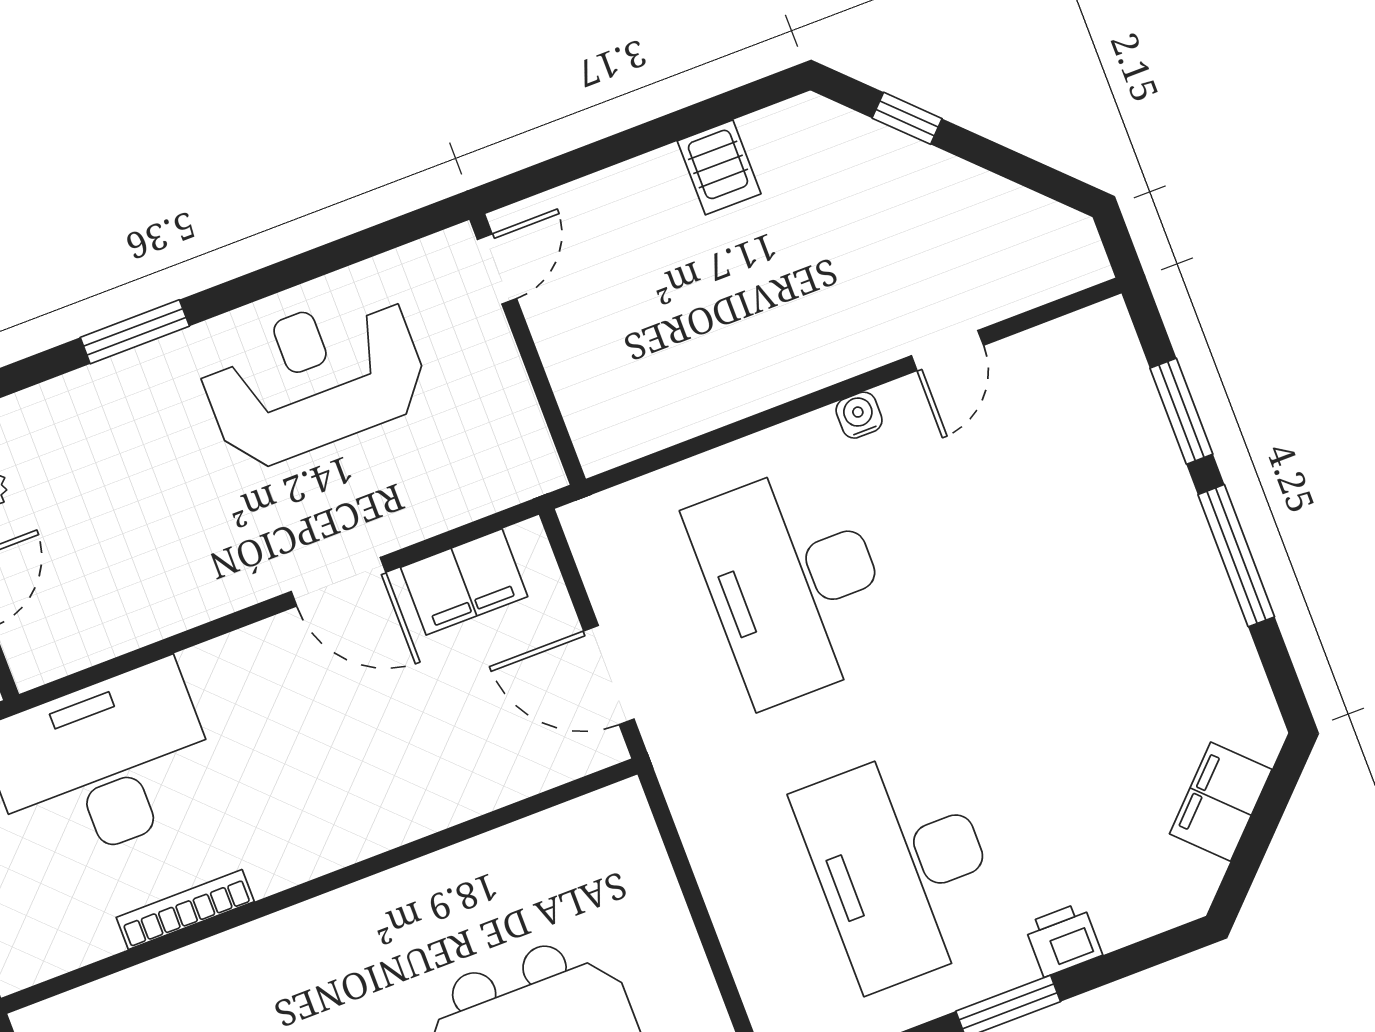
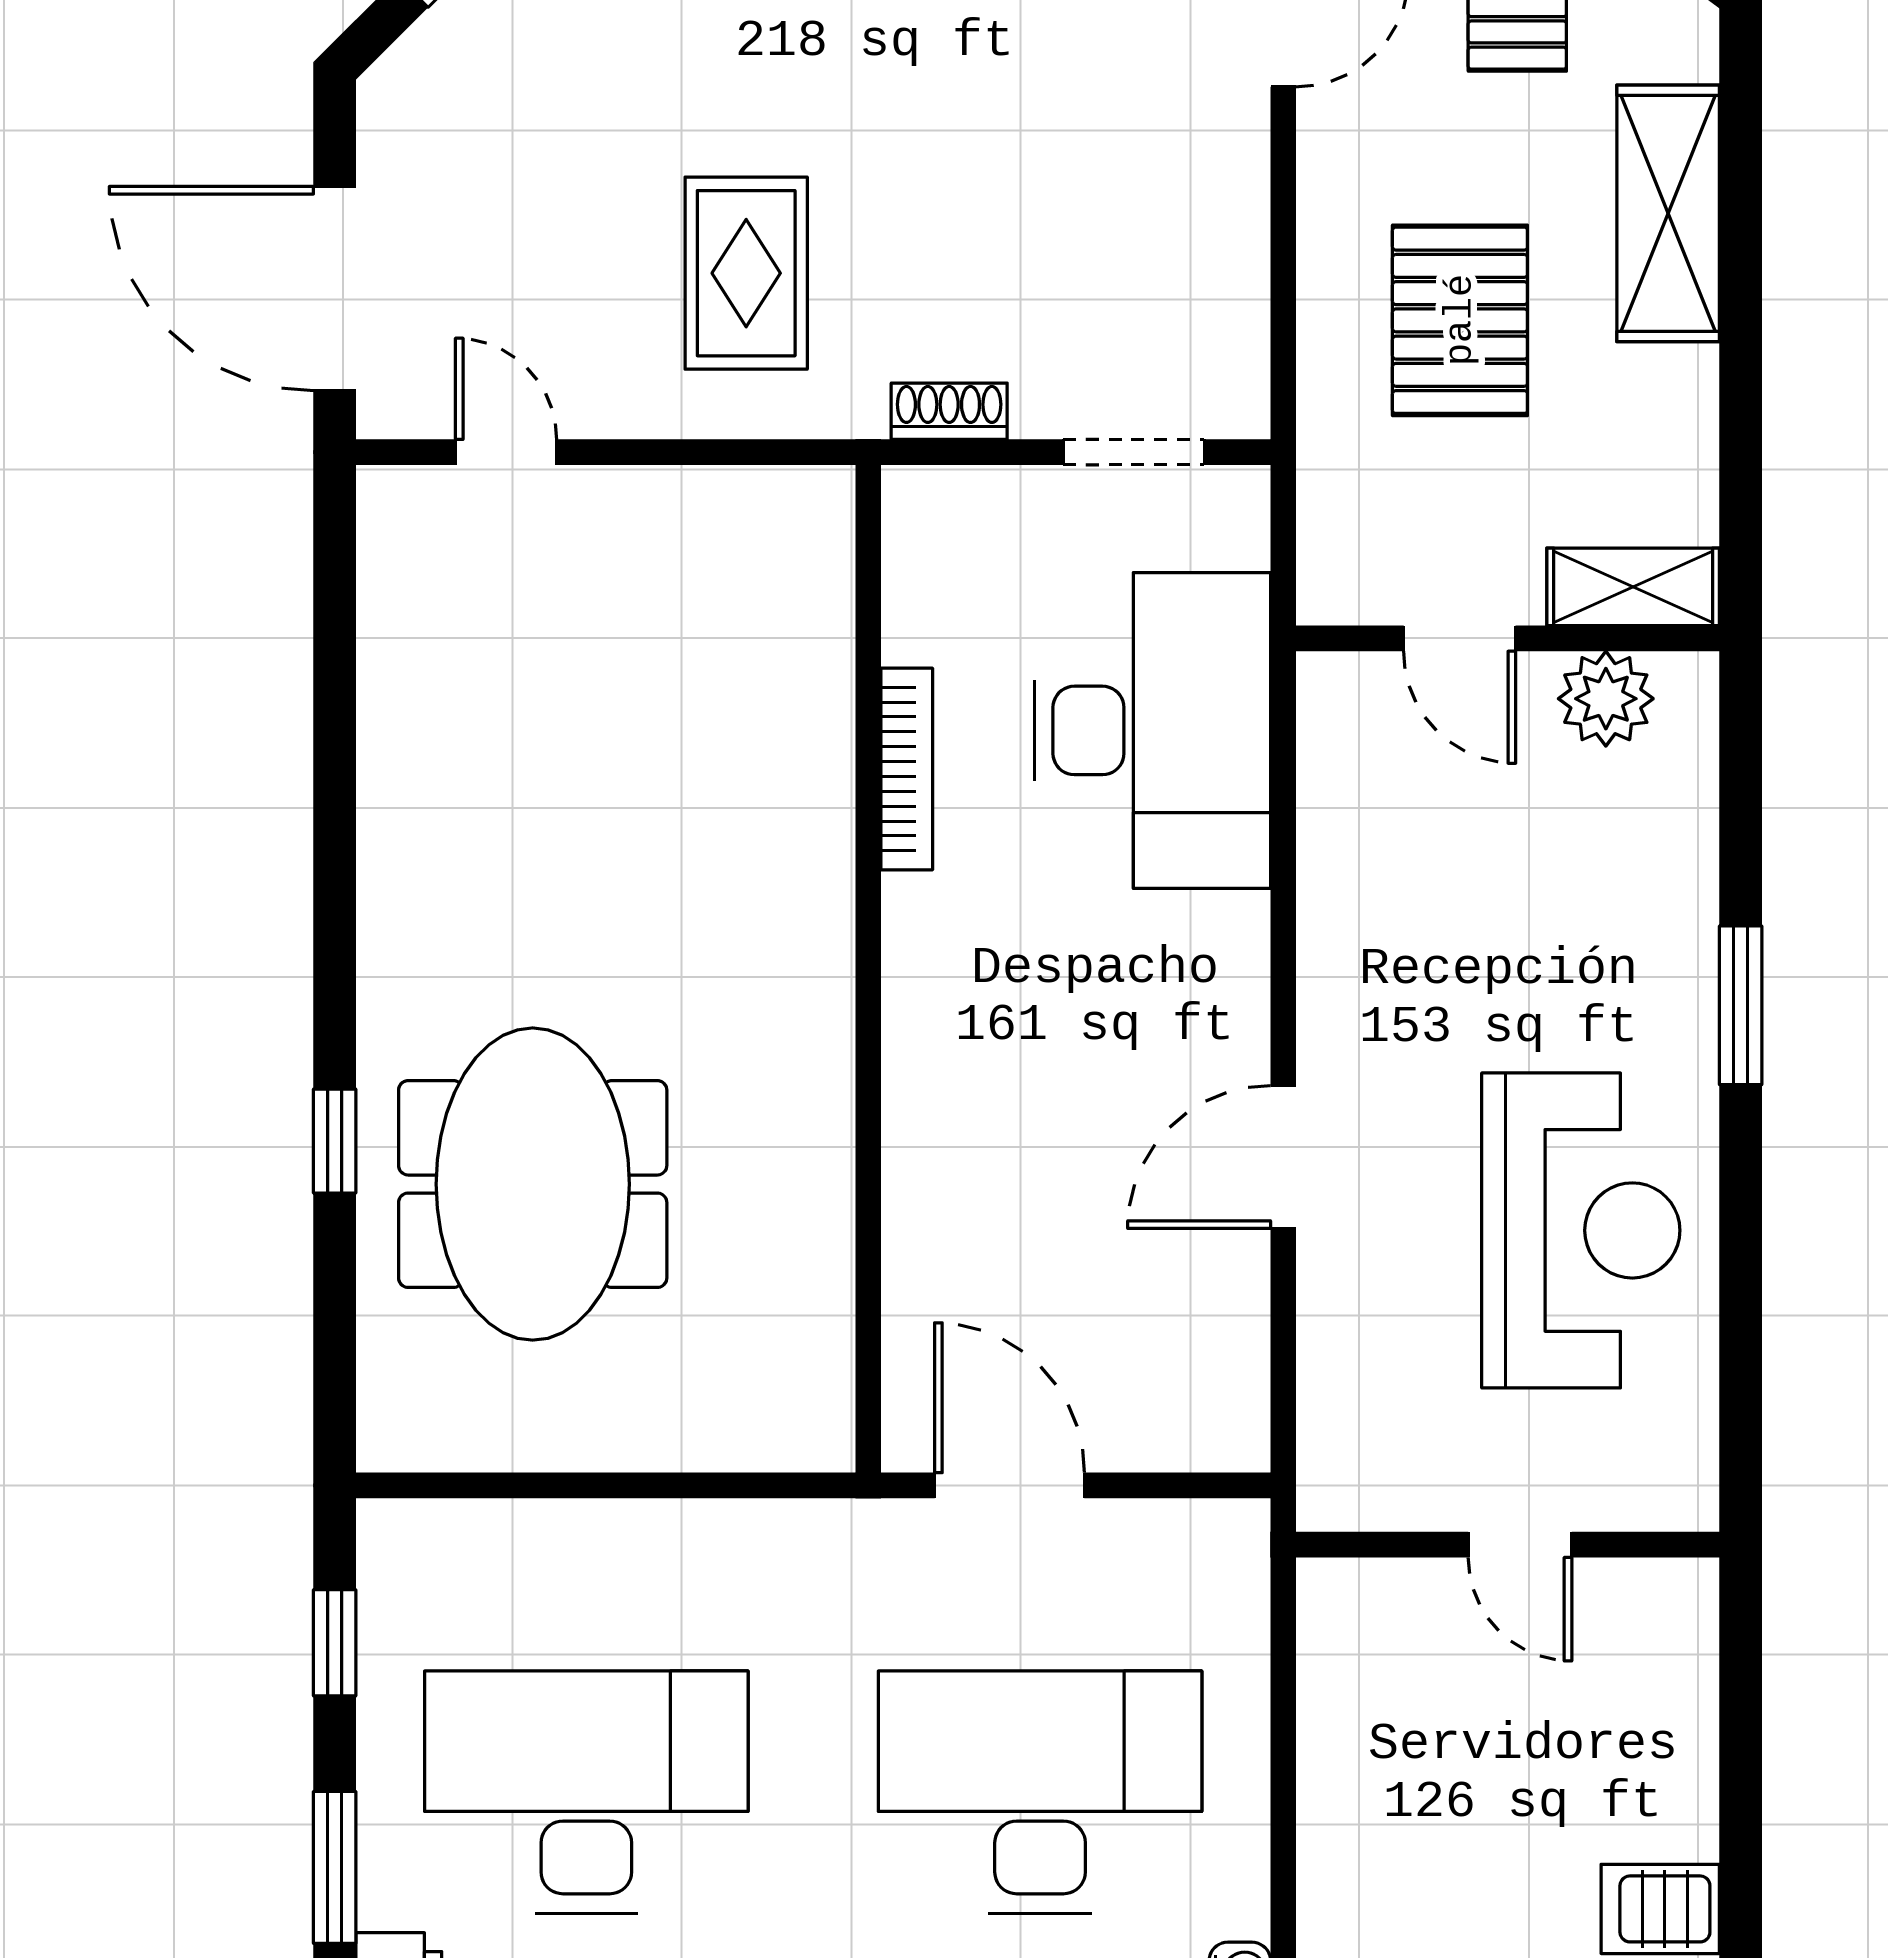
door: (497, 269) -> (1520, 1545), moved
filing cabinet: (464, 582) -> (1216, 1333), removed
door: (609, 675) -> (1010, 1485), hinge flipped

